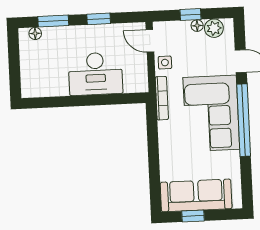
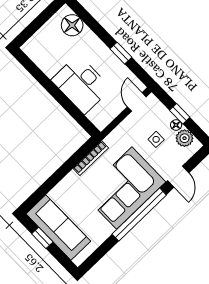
window: (53, 21) -> (92, 23), removed
floor lamp: (35, 33) -> (72, 25), width x1.89, depth x1.89
side table: (165, 63) -> (156, 139), moved
bookcase: (162, 98) -> (91, 158), moved

